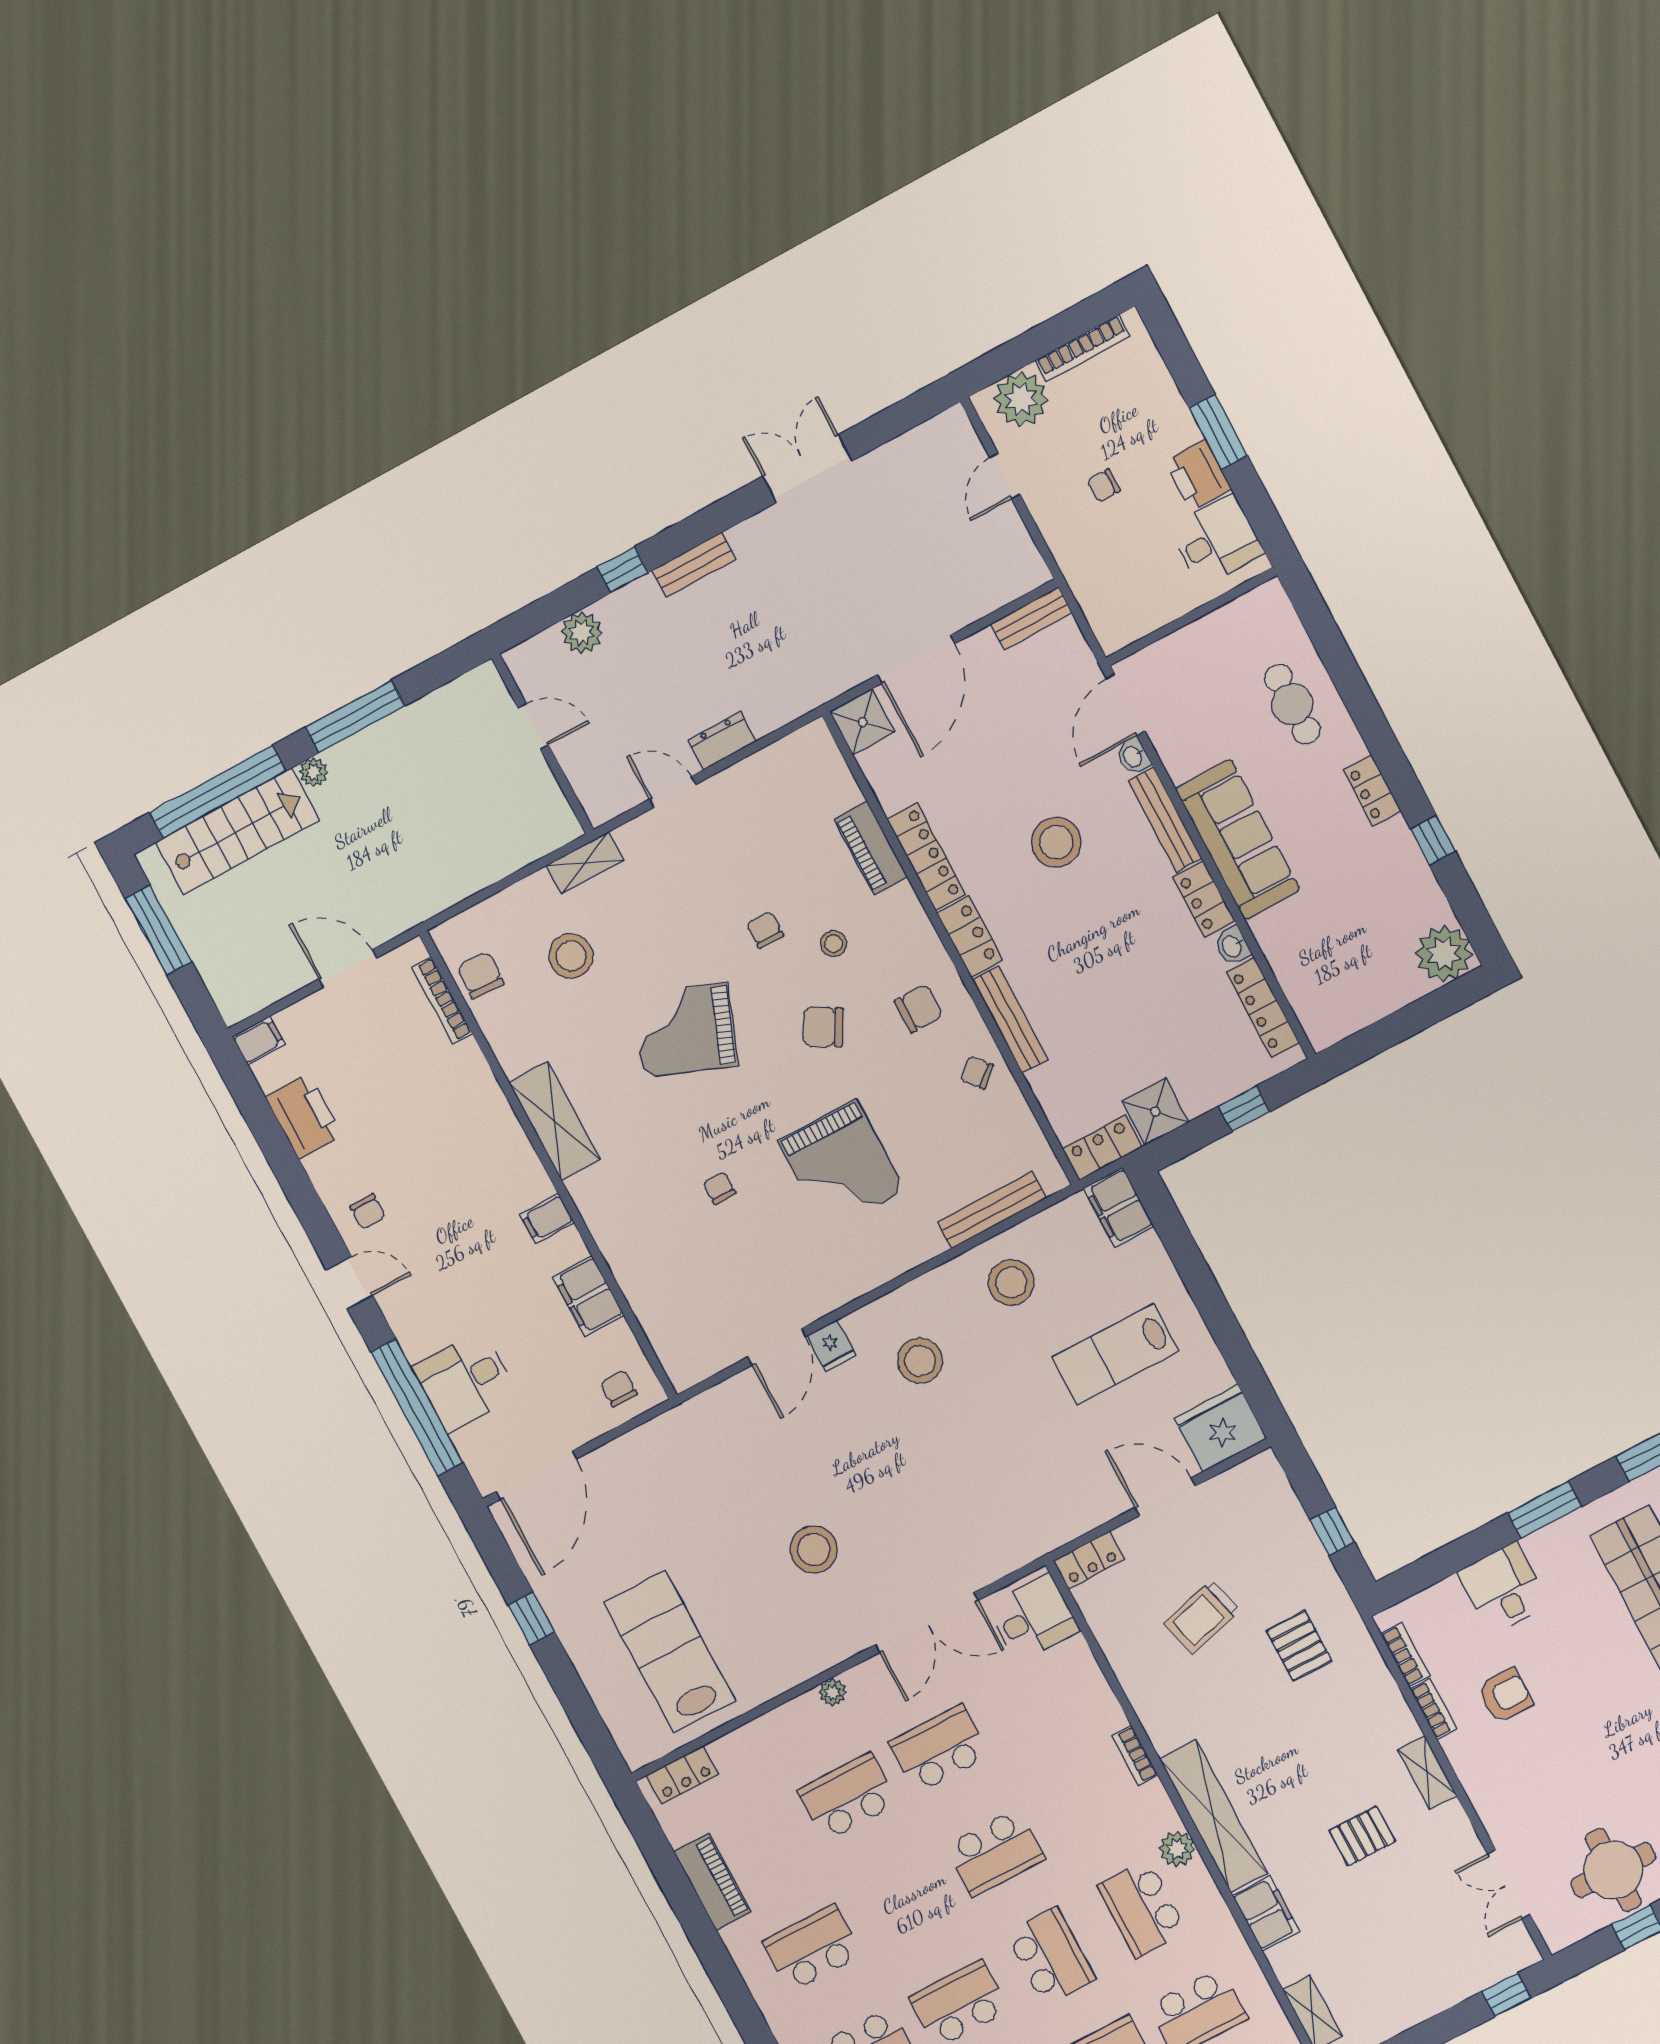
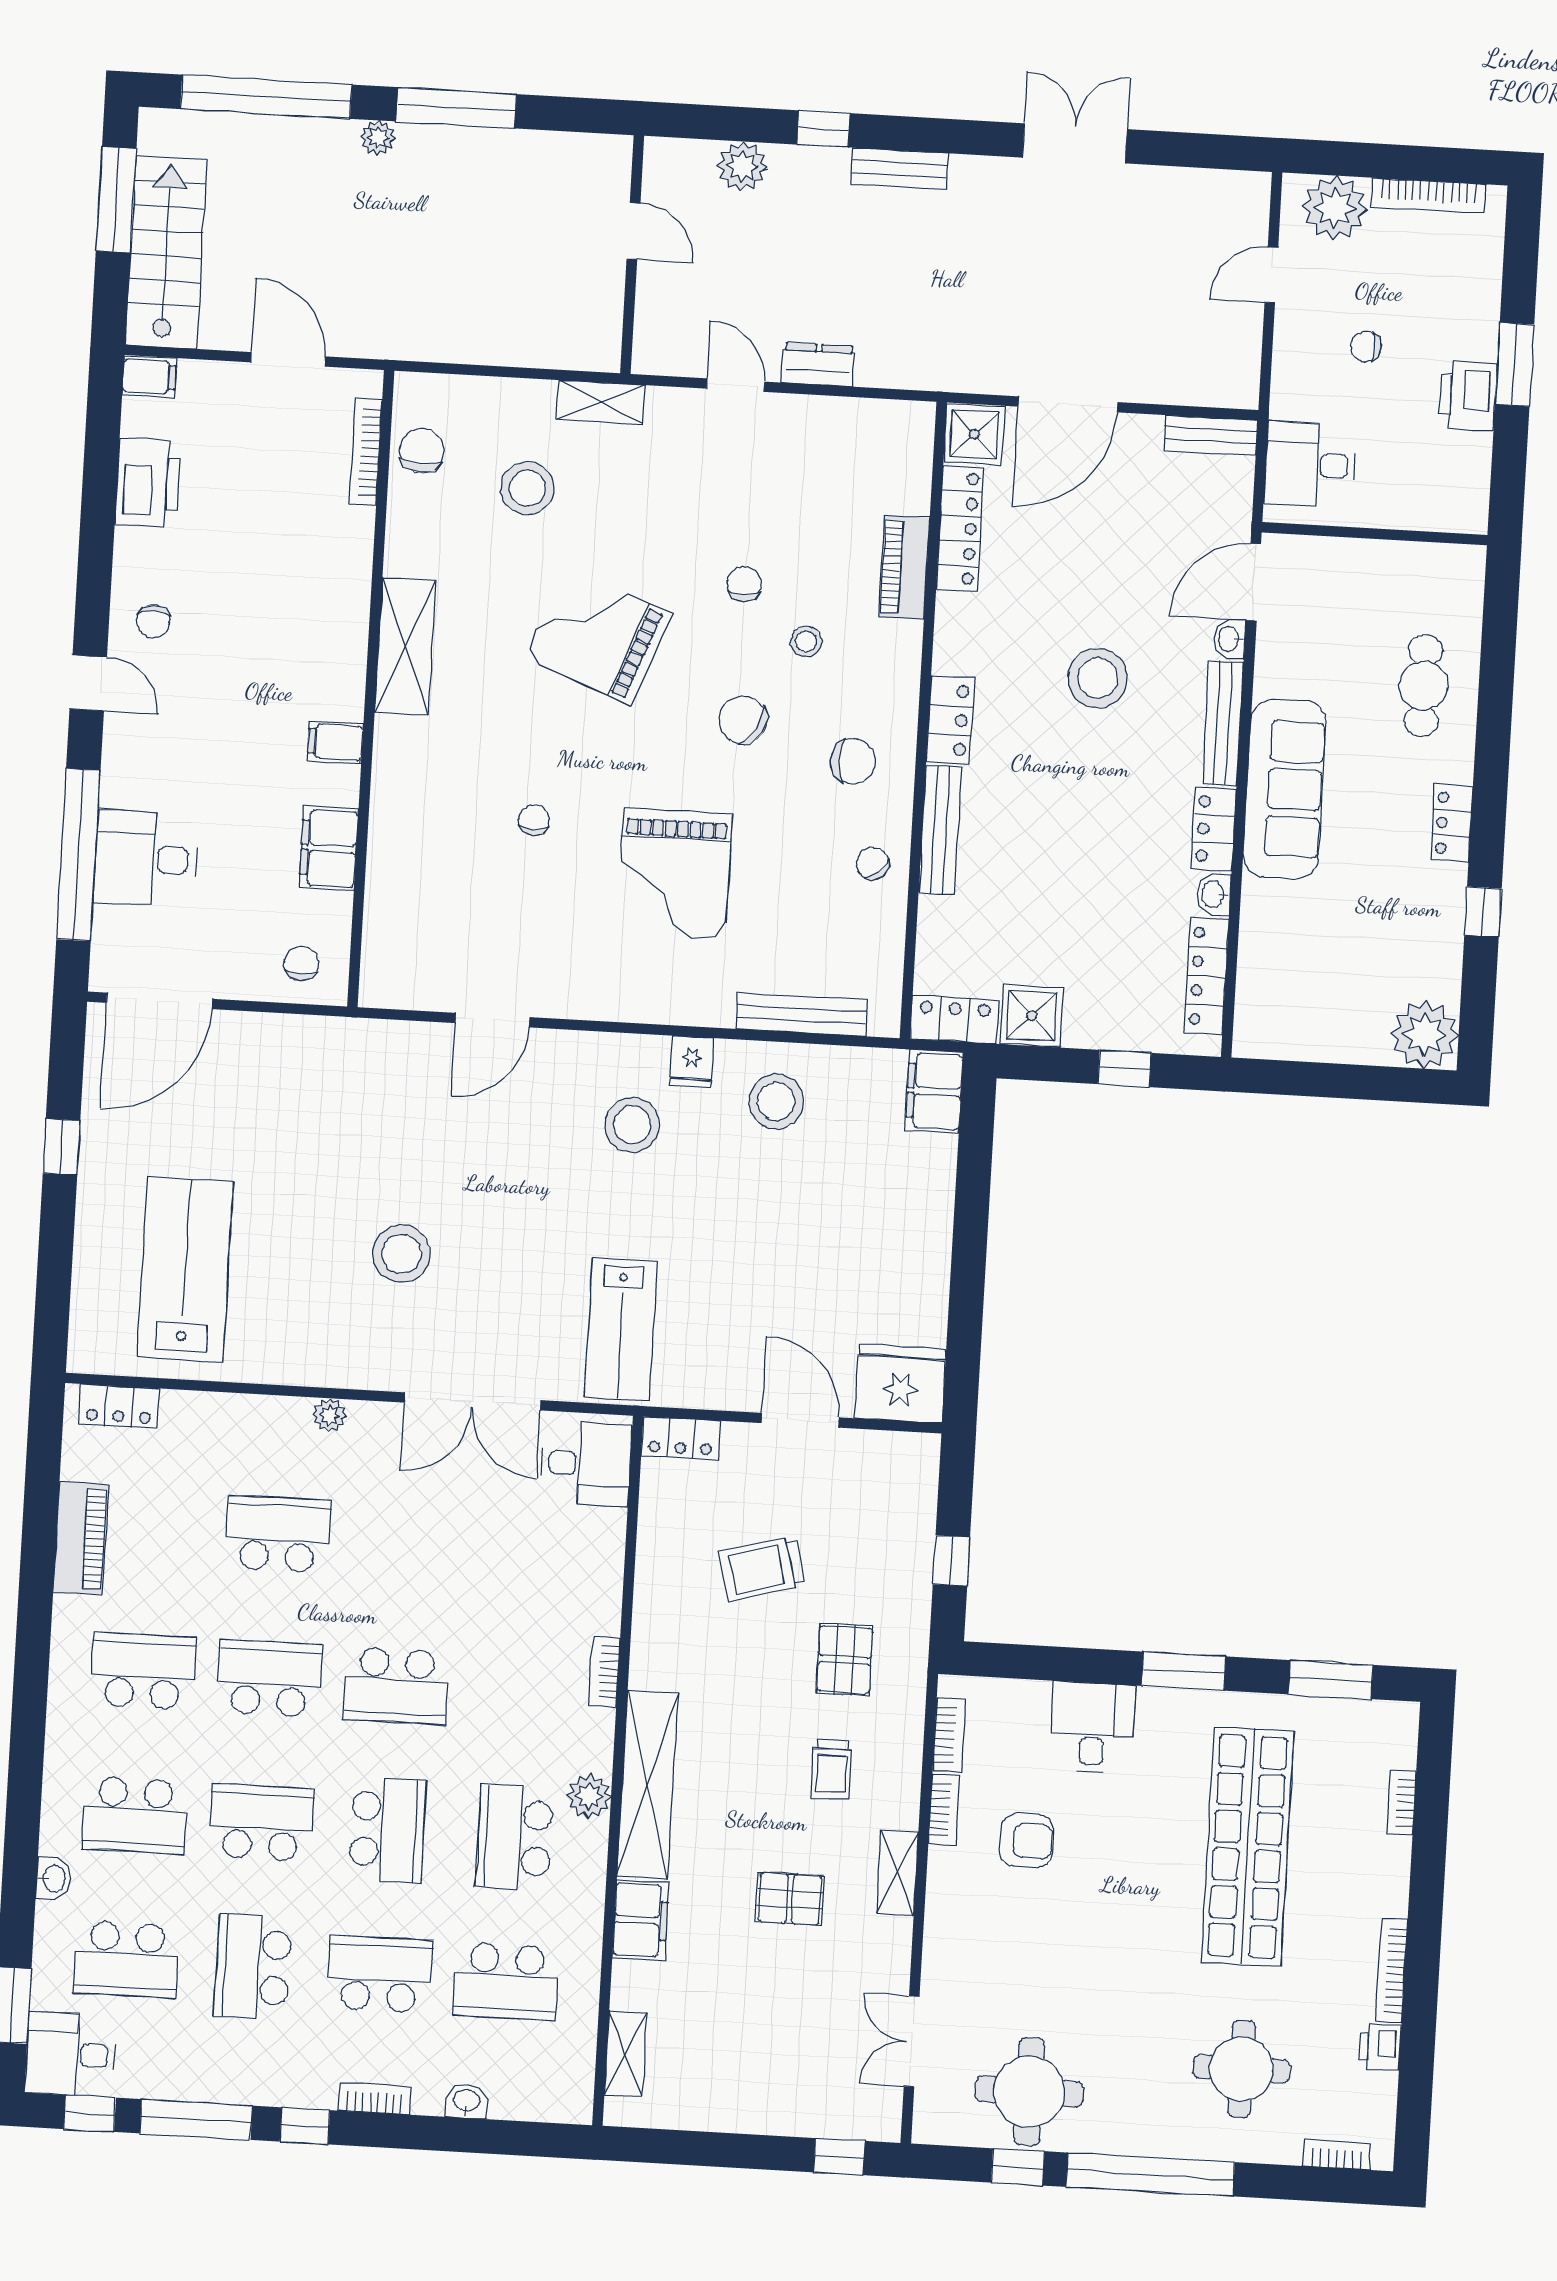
desk: (1216, 541) -> (1310, 465), moved, turned 180
stairs: (237, 831) -> (166, 252), moved, turned -90
locker: (926, 857) -> (960, 528), moved
fridge: (831, 1346) -> (692, 1062), moved
lab bench: (1115, 1354) -> (621, 1329), moved, turned -90
trolley: (1337, 1728) -> (831, 1770), added
school desk: (939, 1749) -> (270, 1678), moved

